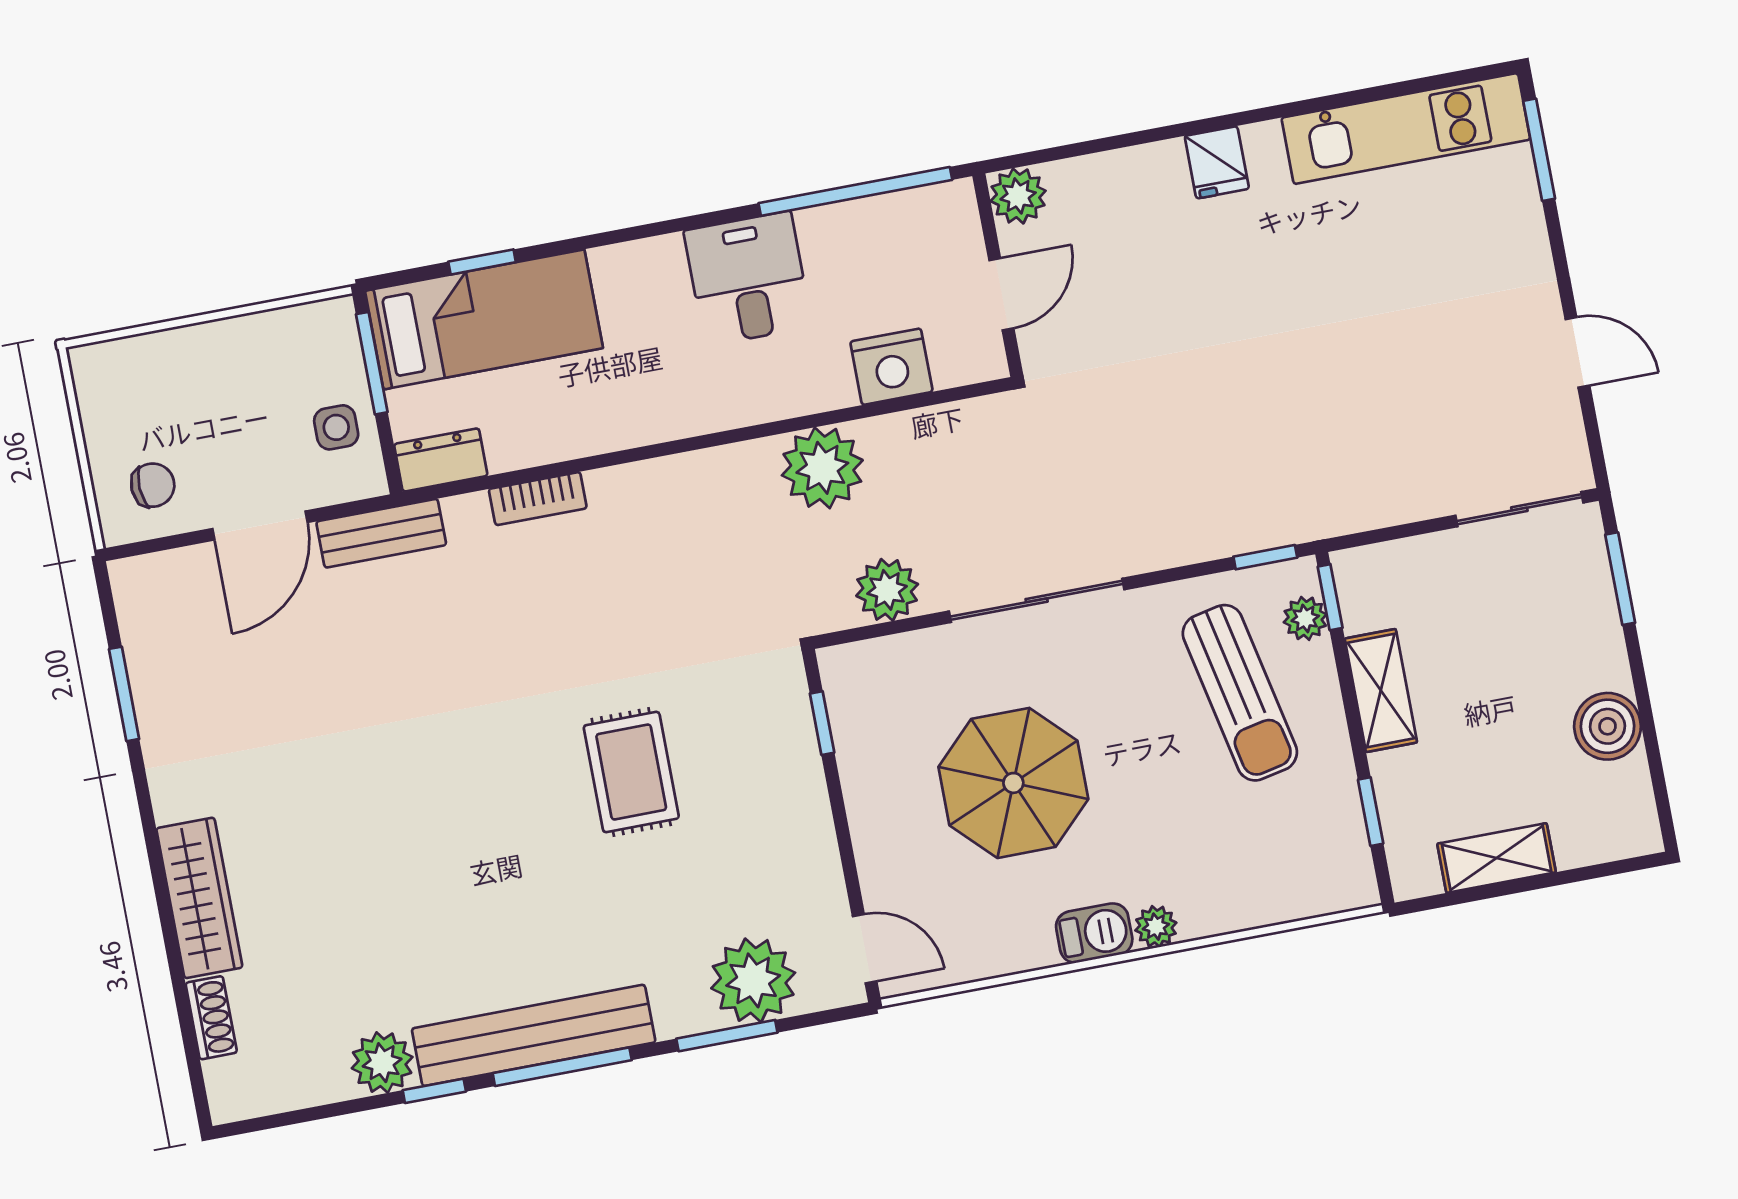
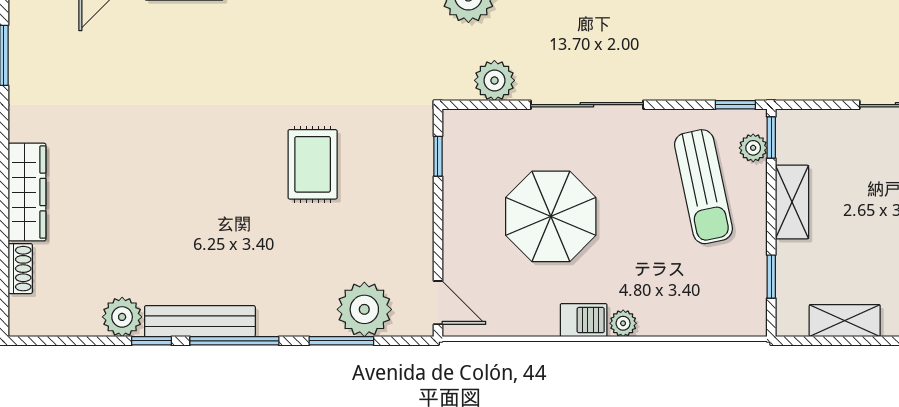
bench: (534, 1035) -> (200, 321), width x0.73, depth x0.82

